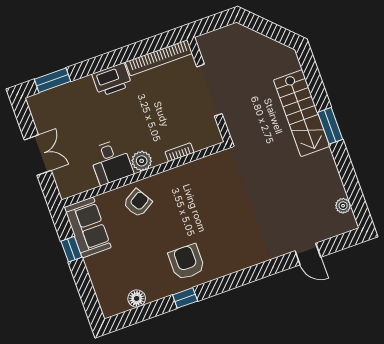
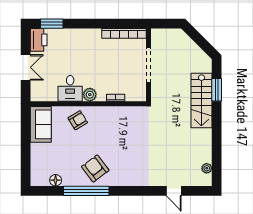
printer: (112, 80) -> (39, 40), moved, turned -90
window: (330, 126) -> (217, 90), moved
window: (71, 249) -> (26, 134), removed
armchair: (187, 262) -> (95, 168), turned -37
window: (185, 298) -> (86, 191), width x3.17

